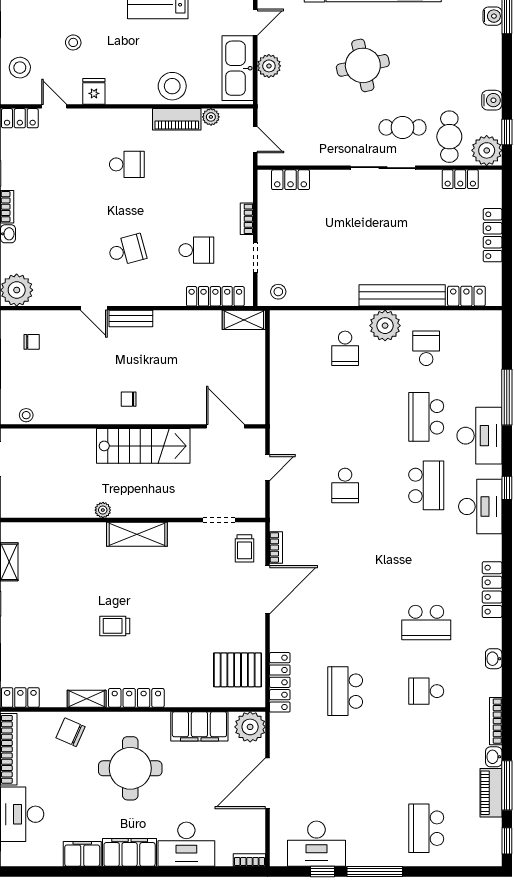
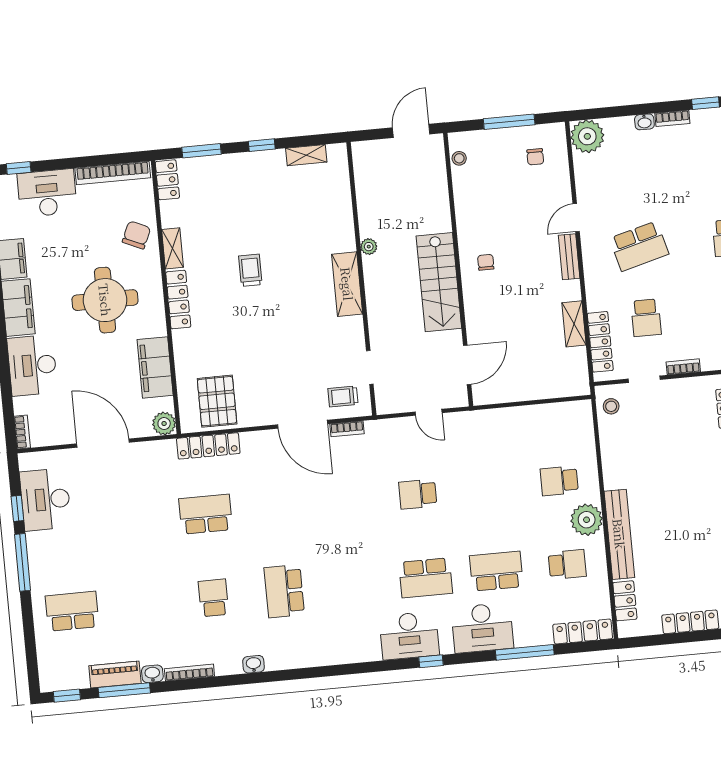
school desk: (127, 250) -> (639, 246), width x1.85
shelving: (244, 320) -> (574, 324), moved
locker: (492, 590) -> (583, 632), moved
plant: (250, 727) -> (164, 424), width x0.73, depth x0.73

